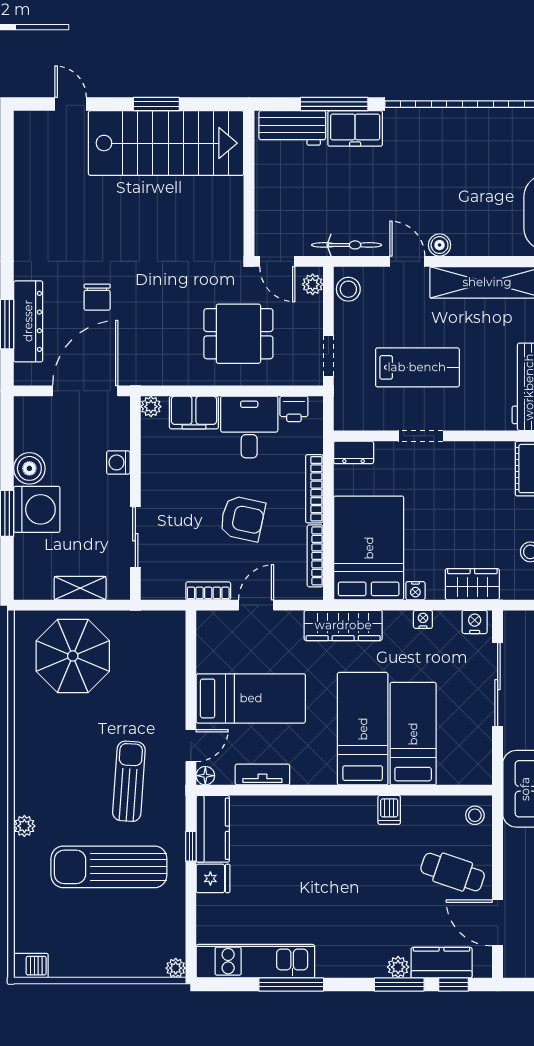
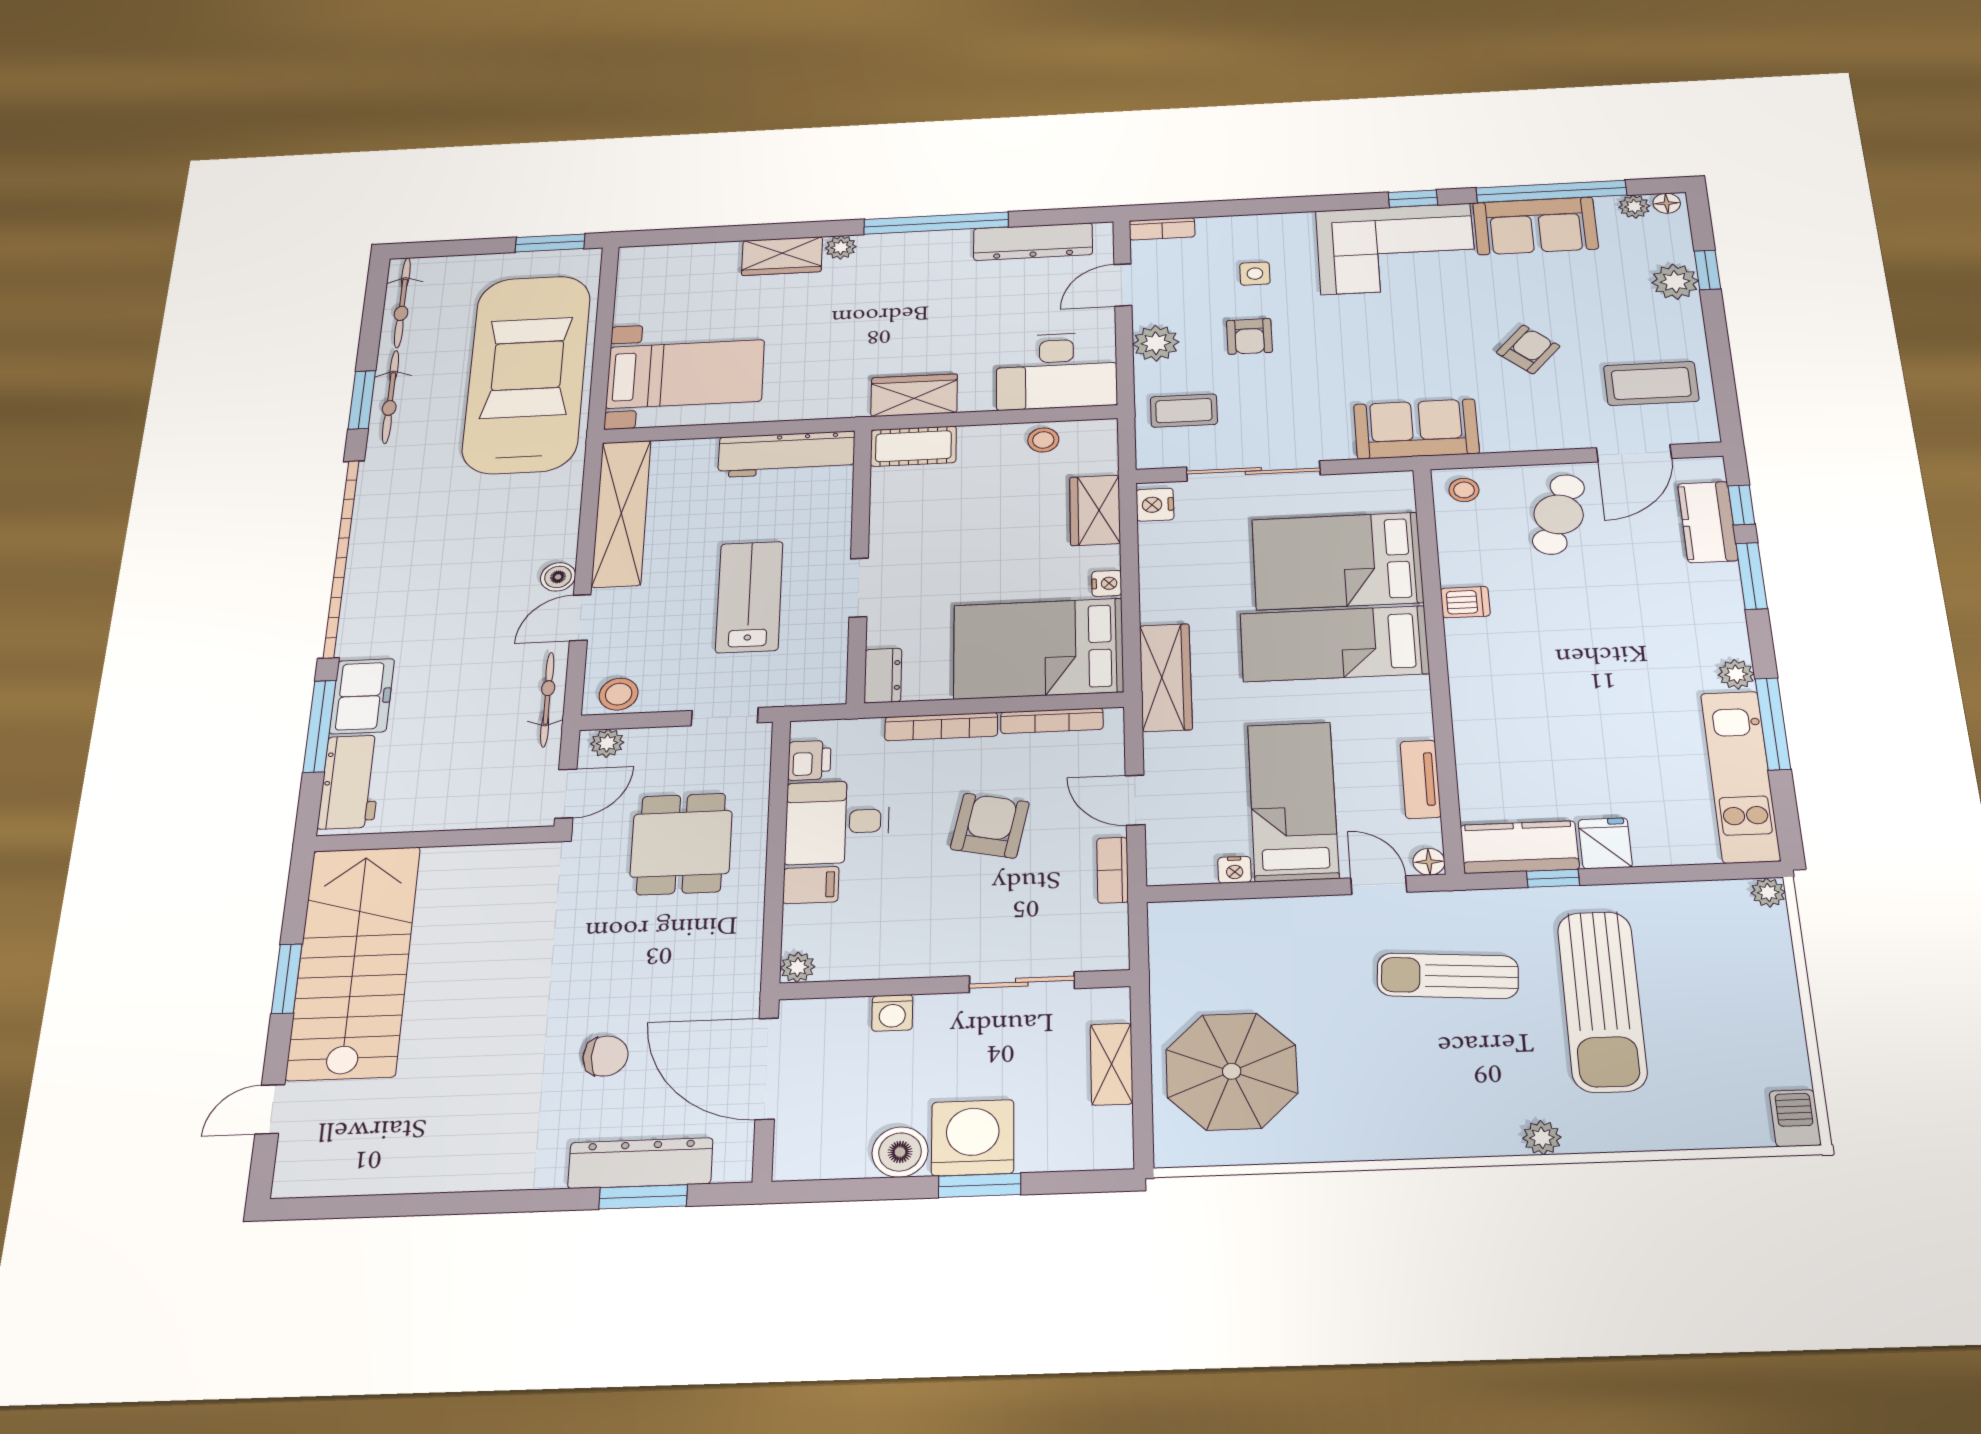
filing cabinet: (194, 413) -> (811, 885), width x0.50
nightstand: (423, 619) -> (1235, 870), moved, turned -90
bed: (413, 734) -> (1337, 561), width x1.50
plant: (398, 967) -> (1736, 674), moved

